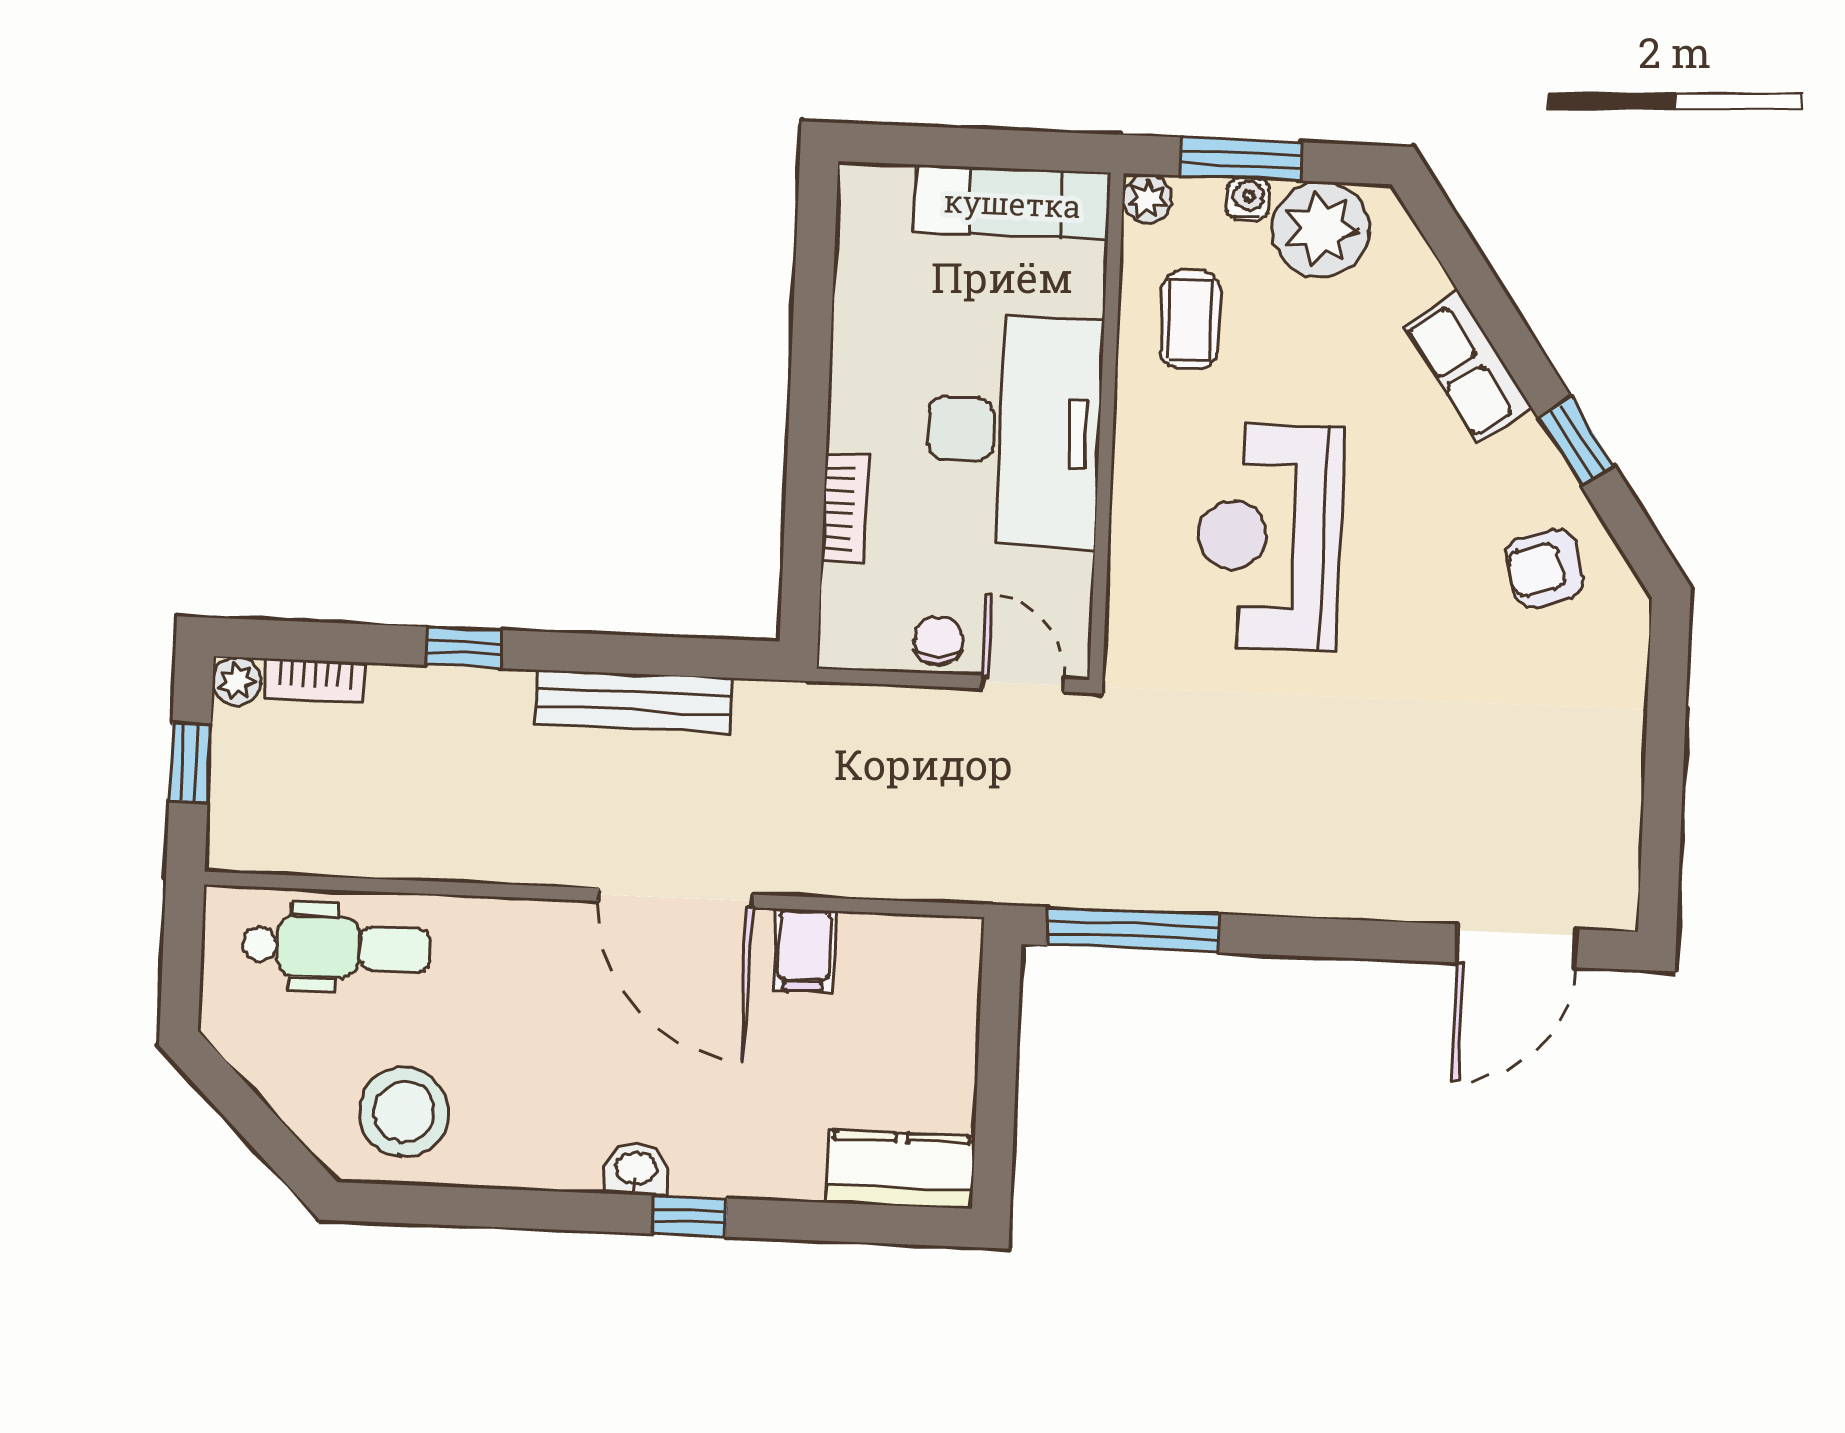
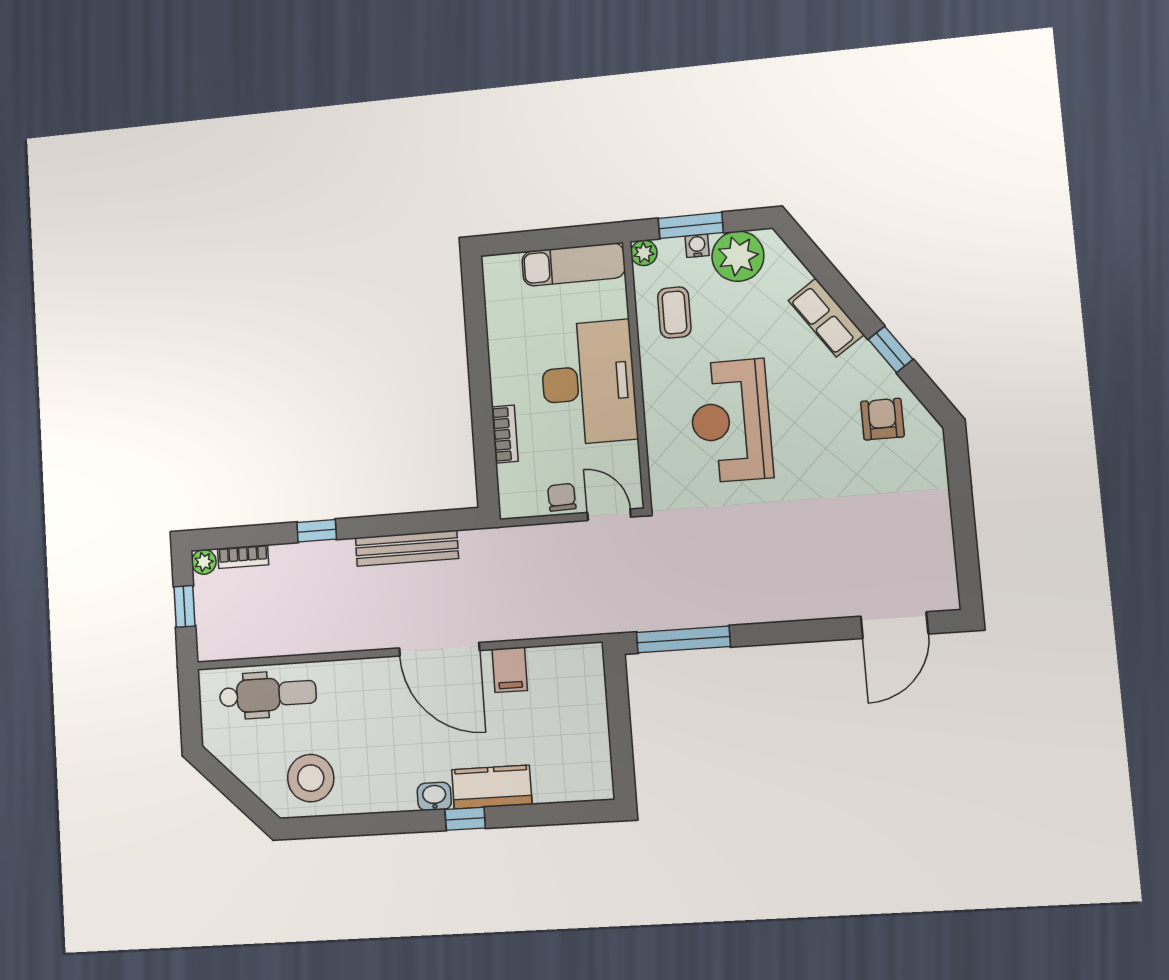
armchair: (1545, 568) -> (882, 419), turned 107
kitchen counter: (900, 1169) -> (492, 787), moved

